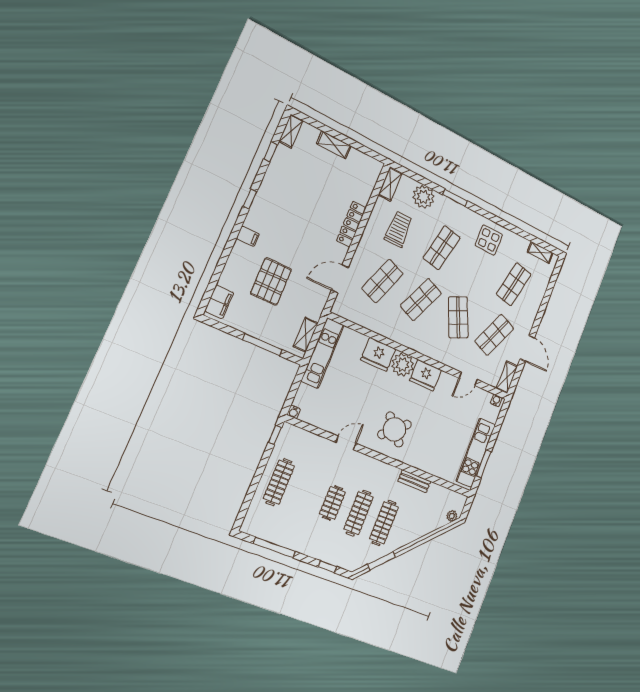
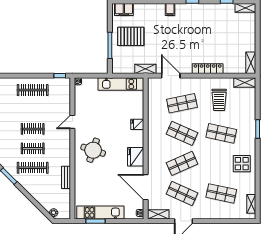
shelving: (334, 145) -> (251, 63), moved
plant: (423, 197) -> (248, 108), removed
trolley: (398, 229) -> (219, 100), turned 90
pallet: (271, 281) -> (131, 36), moved
shop shelf: (383, 281) -> (182, 103), turned -33
shelving: (306, 335) -> (145, 69), moved
fridge: (378, 354) -> (137, 124), width x0.53, depth x0.75
plant: (403, 365) -> (136, 138), removed
door: (468, 379) -> (146, 187), width x1.87
round table: (394, 429) -> (93, 150), turned -30
door: (346, 443) -> (72, 122), swing flipped
clothes rail: (359, 513) -> (33, 148), width x0.73

